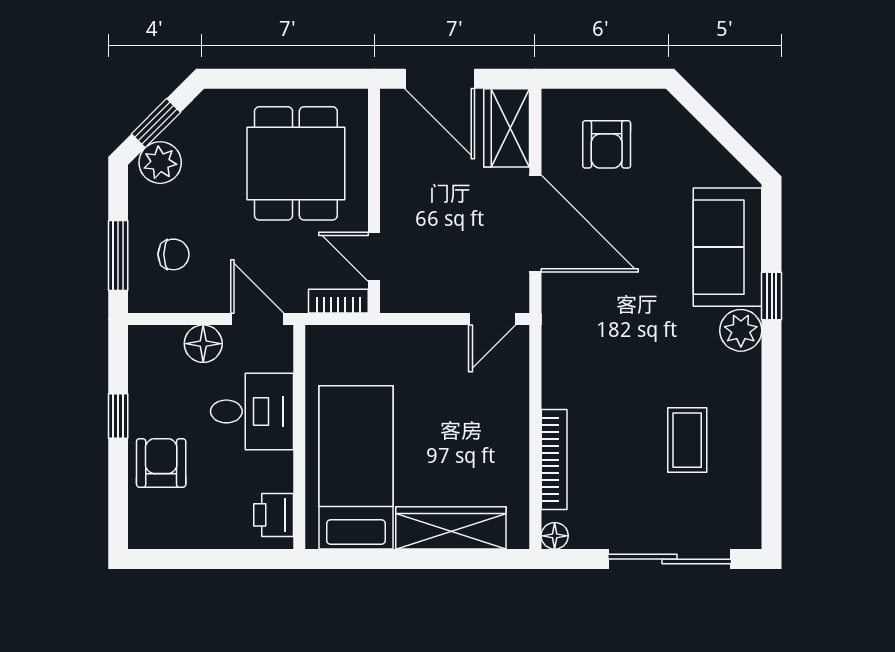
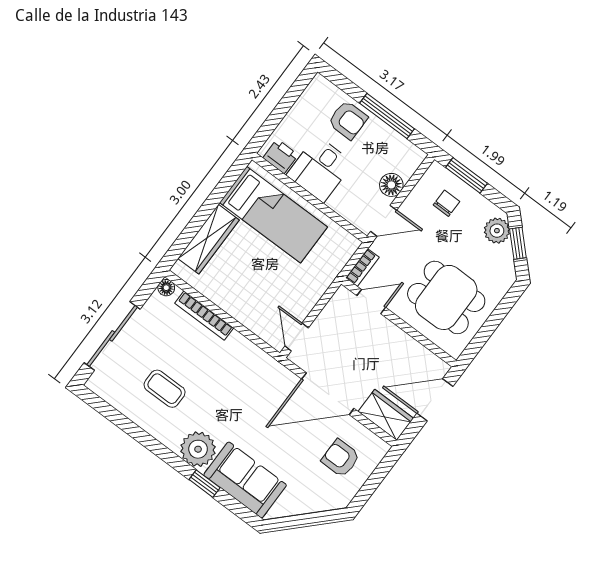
chair: (174, 254) -> (446, 203), turned 180
plant: (741, 330) -> (198, 449), width x1.36, depth x1.36
desk: (252, 411) -> (320, 169), moved
window: (118, 416) -> (387, 116), width x2.17

